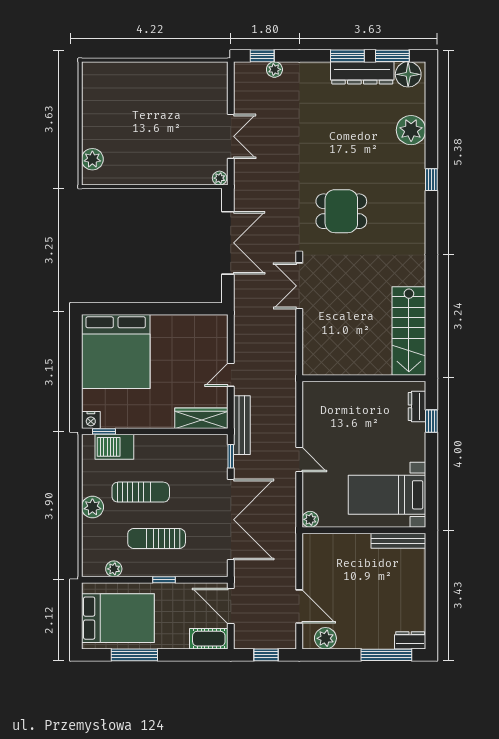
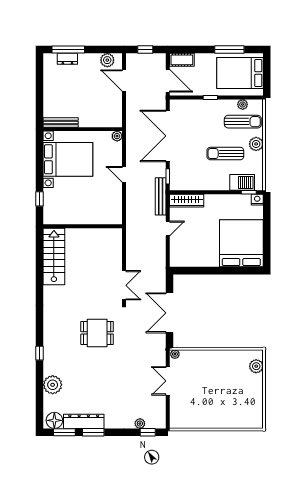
dresser: (417, 406) -> (49, 208), removed
bed with nightstands: (387, 495) -> (68, 159), width x1.36
sun lounger: (157, 538) -> (243, 122), moved
dresser: (410, 640) -> (67, 59), moved

